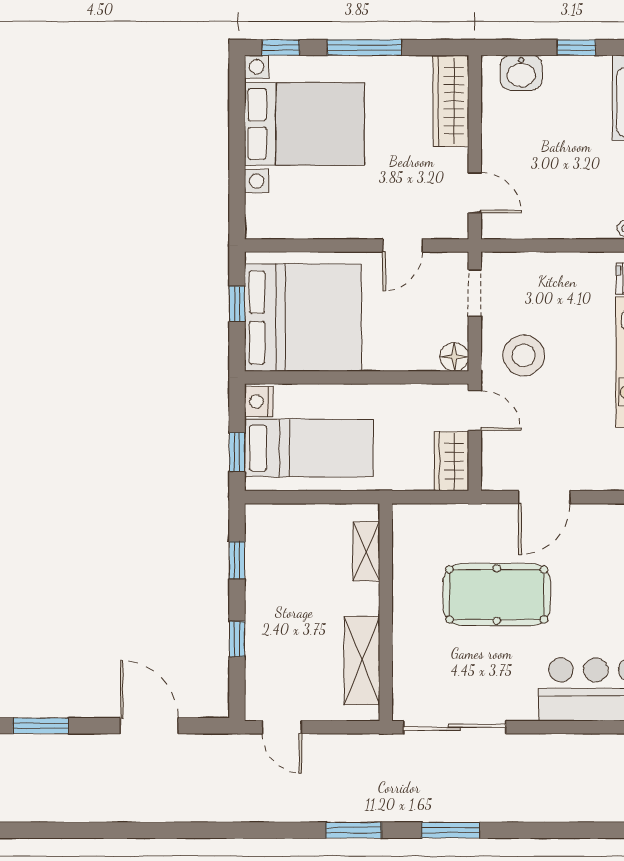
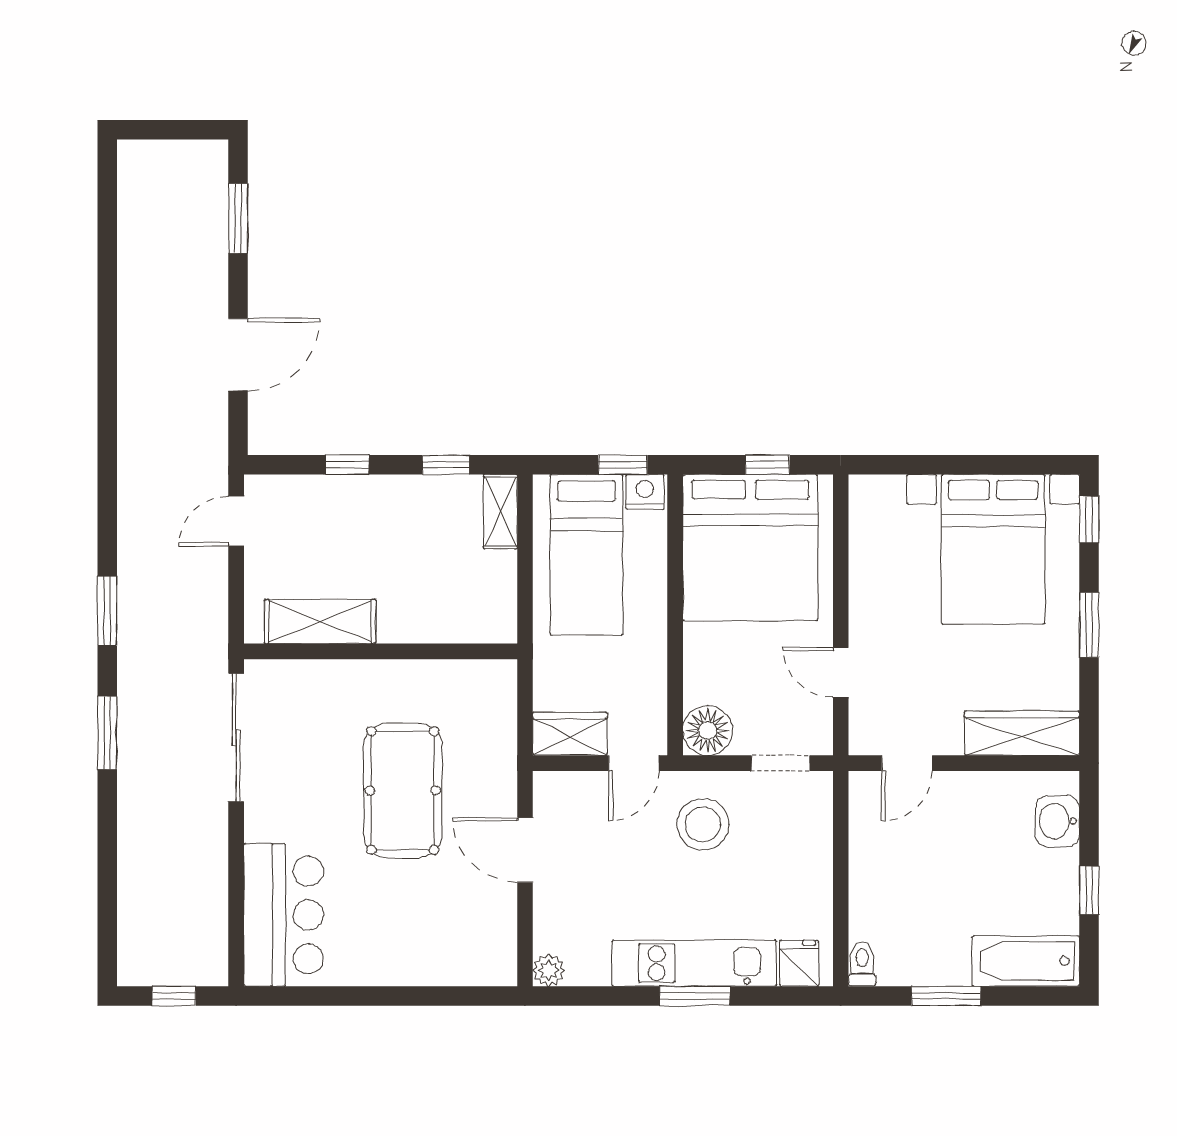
window: (365, 47) -> (1089, 625), width x0.69
floor lamp: (454, 357) -> (708, 731), width x1.38, depth x1.38
window: (237, 452) -> (623, 465), moved
shelving: (366, 551) -> (500, 512), moved, turned 90

